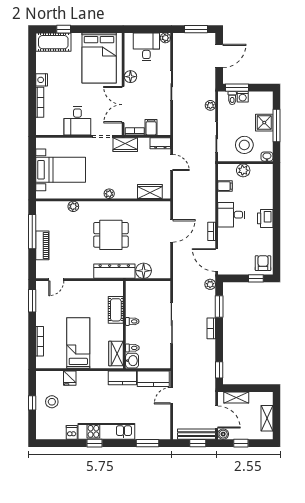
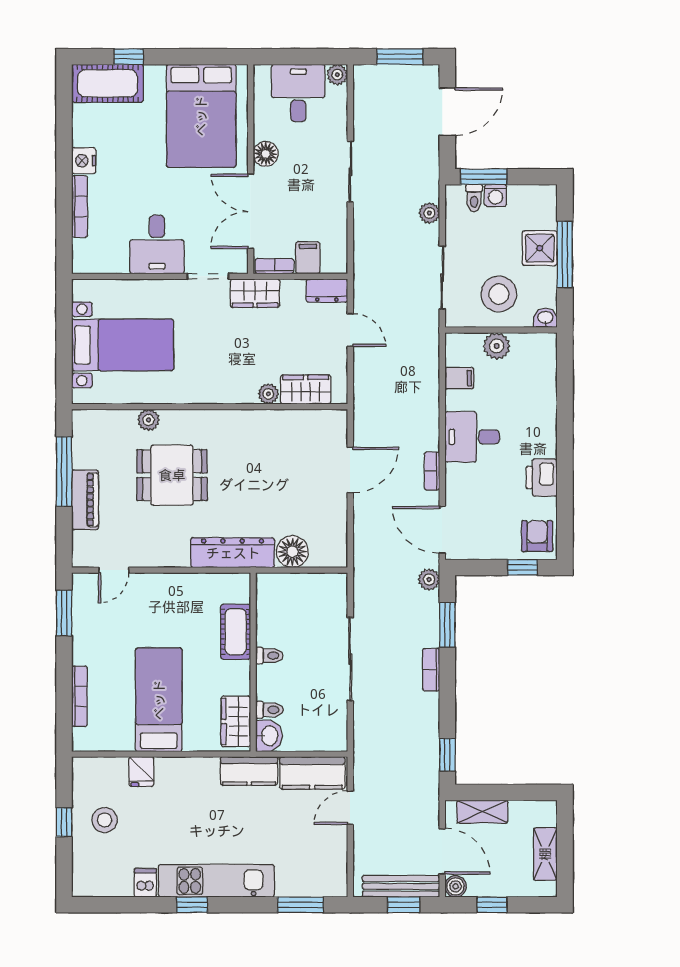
plant: (109, 194) -> (268, 394), moved
printer: (265, 218) -> (542, 477), moved
dining table: (111, 235) -> (172, 475), moved

